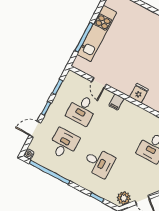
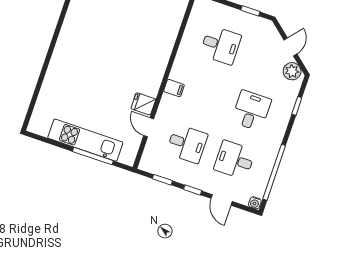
door: (99, 83) -> (149, 127), swing flipped
fridge: (139, 93) -> (143, 104), moved
filing cabinet: (116, 102) -> (174, 88), moved

